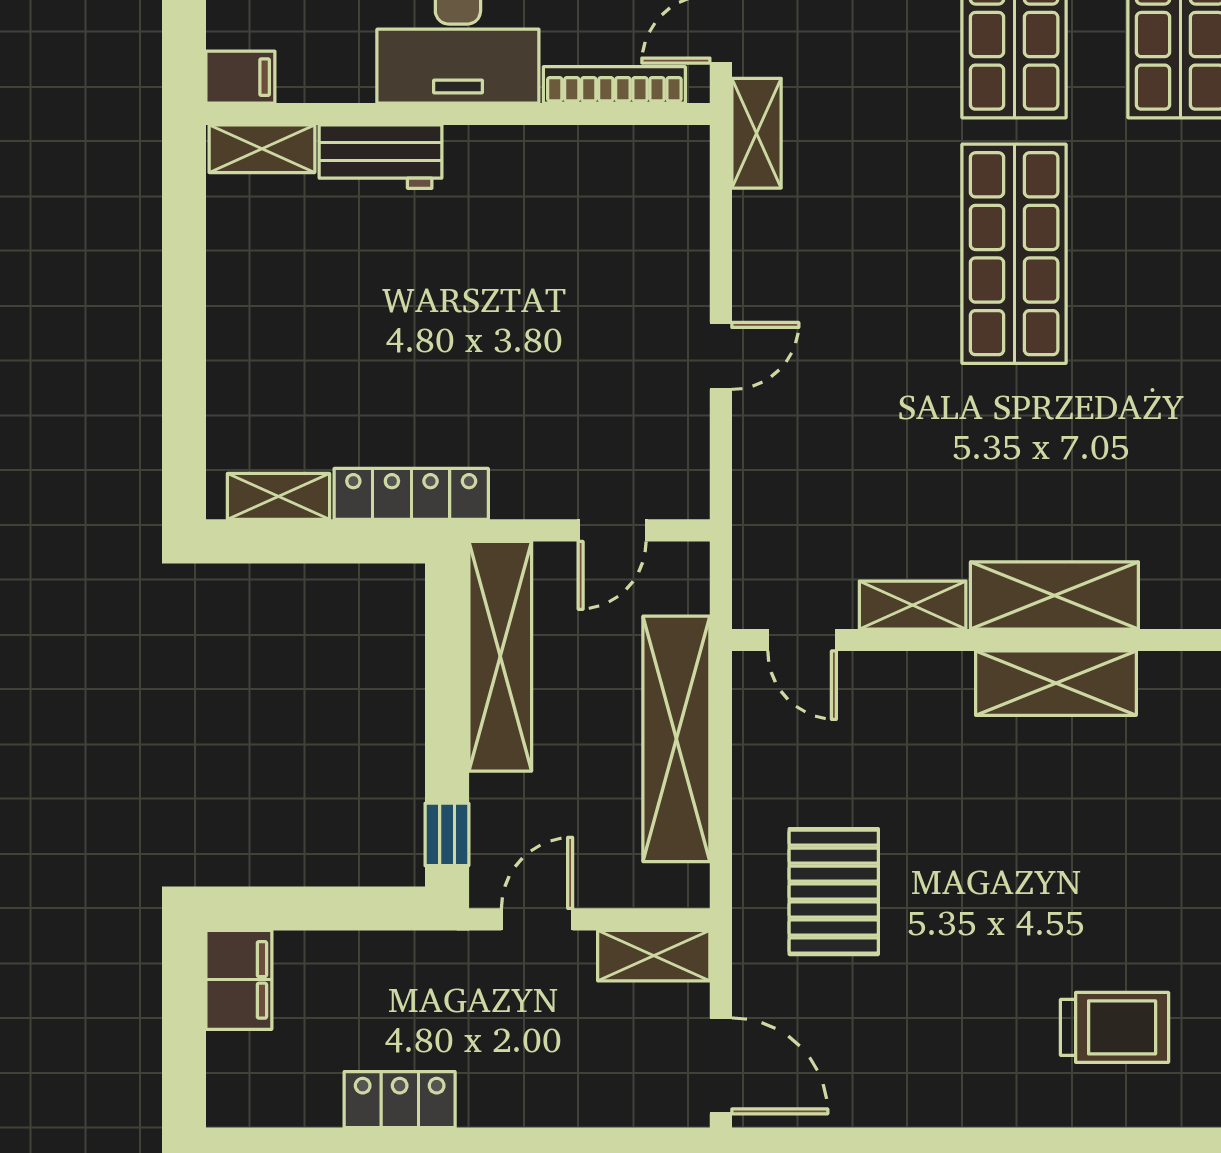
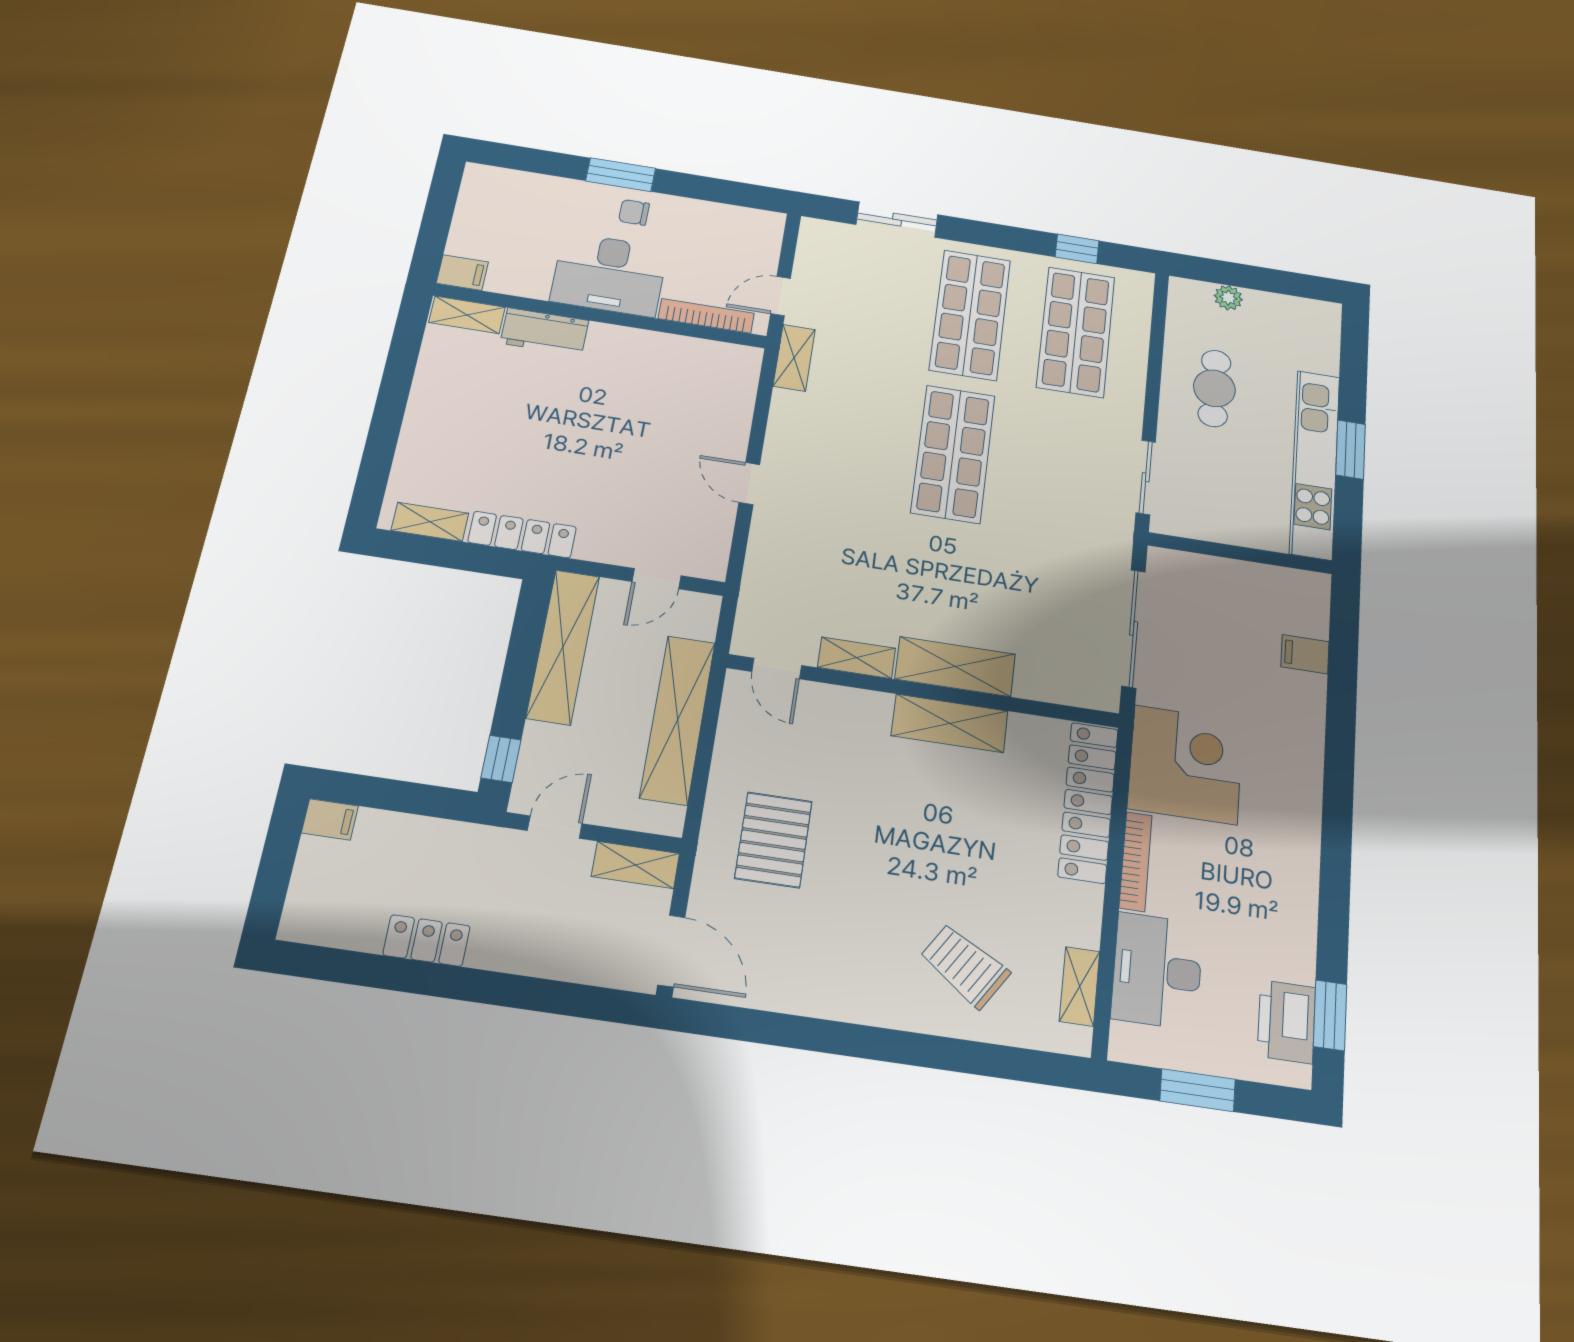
door: (721, 356) -> (749, 484), swing flipped
filing cabinet: (239, 980) -> (330, 819), width x0.50
trolley: (1114, 1027) -> (965, 966), turned -147

